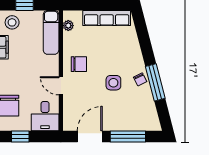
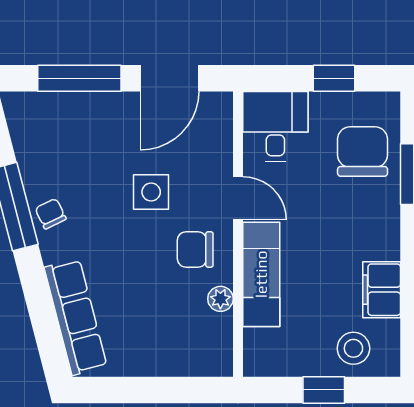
row of seats: (107, 18) -> (76, 317), moved, turned 75
plant: (68, 26) -> (220, 299), moved
exam couch: (51, 32) -> (261, 274), moved
side table: (113, 83) -> (151, 192), moved

